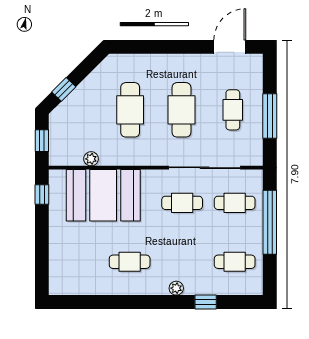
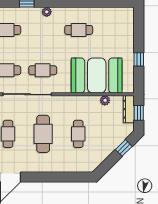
cafe table: (130, 110) -> (78, 134), width x0.73, depth x0.74
dresser: (57, 146) -> (129, 109), added
window: (42, 194) -> (139, 59), moved

